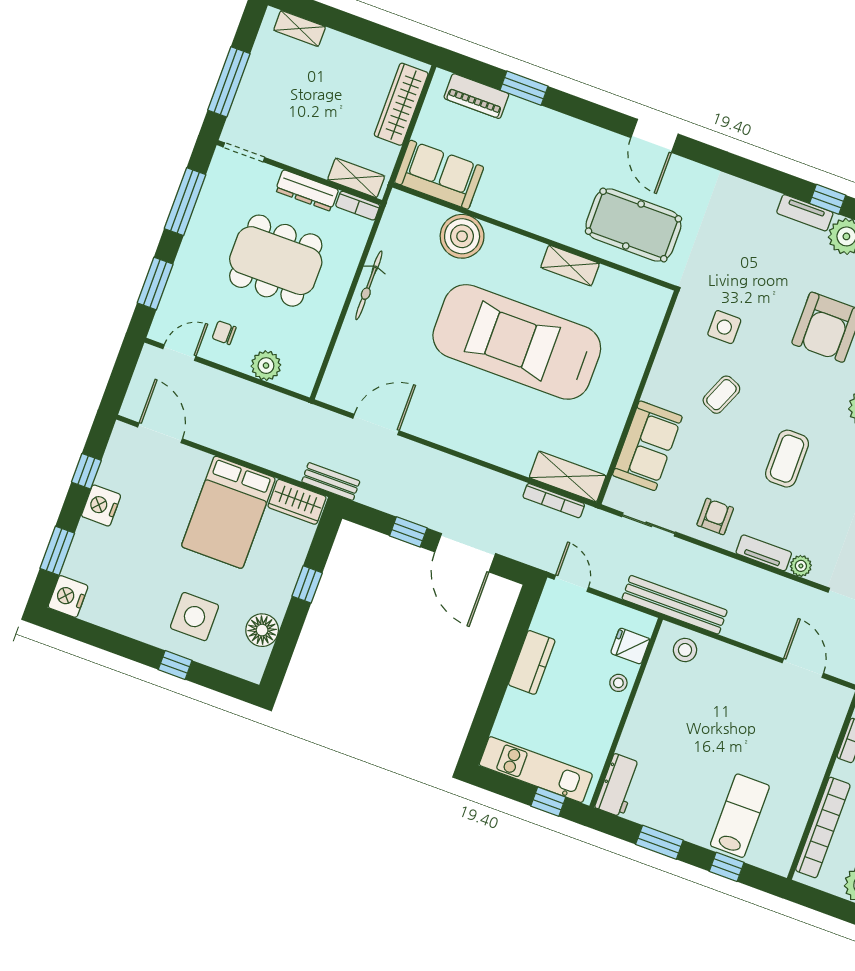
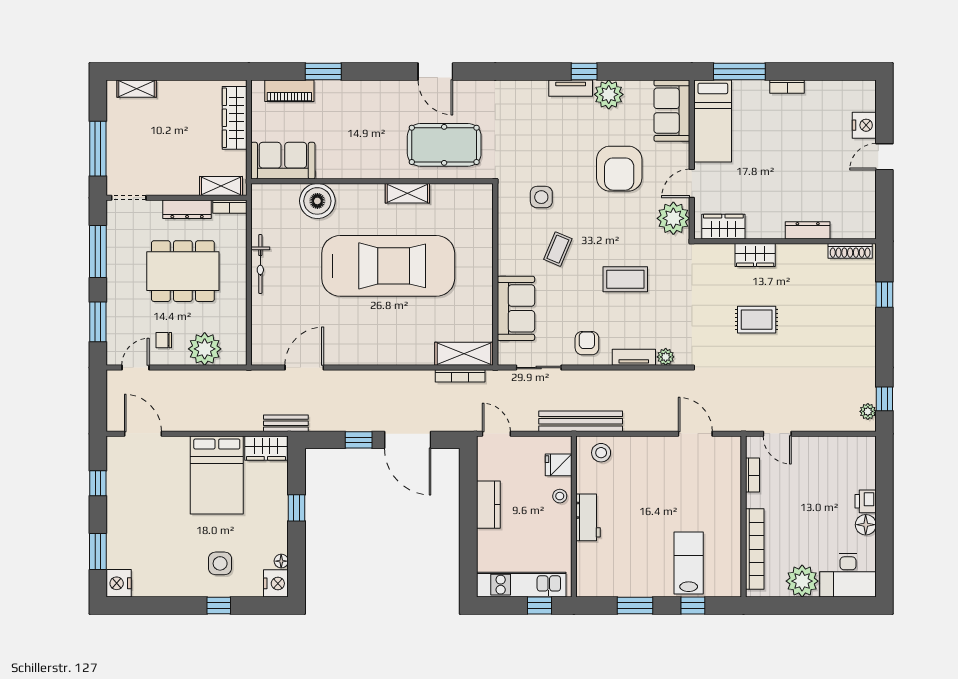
car: (517, 342) -> (388, 266), turned 180
plant: (266, 366) -> (205, 349), width x1.36, depth x1.36
coffee table: (787, 459) -> (625, 279), turned 90
nightstand: (101, 505) -> (276, 583), moved, turned 180
side table: (195, 617) -> (220, 563), width x0.73, depth x0.73
floor lamp: (262, 630) -> (281, 561), width x0.53, depth x0.53
workbench: (618, 785) -> (588, 517), moved

